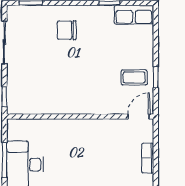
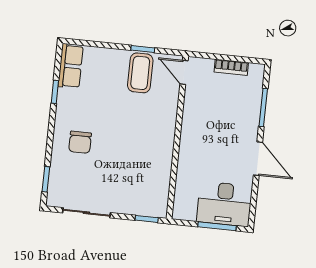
coffee table: (134, 77) -> (140, 73), width x1.36, depth x1.30

